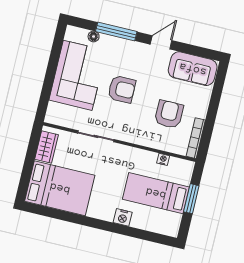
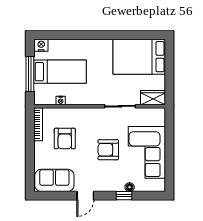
window: (116, 32) -> (124, 196), width x0.46
floor lamp: (94, 37) -> (130, 187), moved
wardrobe: (47, 147) -> (153, 98), moved, turned 90
window: (191, 199) -> (30, 74), width x1.44
nightstand: (123, 217) -> (41, 45), moved

